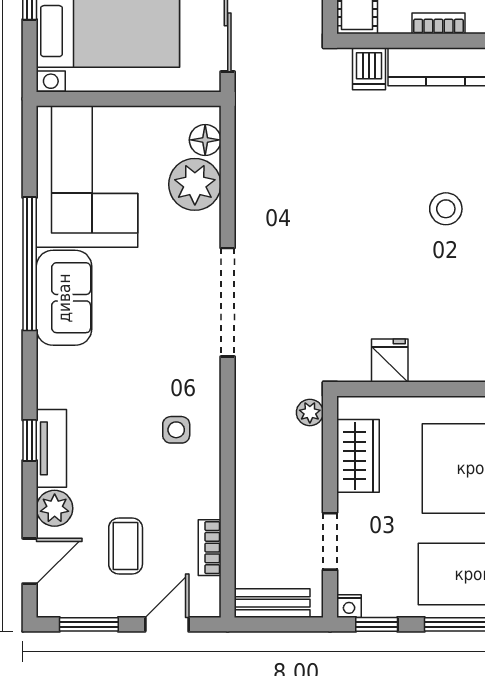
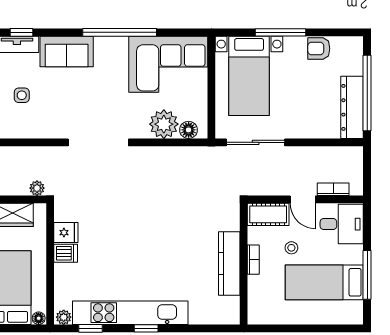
dishwasher: (369, 69) -> (66, 253), moved, turned 180
stool: (446, 209) -> (150, 264), removed
sofa: (64, 298) -> (67, 51), moved
side table: (176, 430) -> (22, 95), moved

